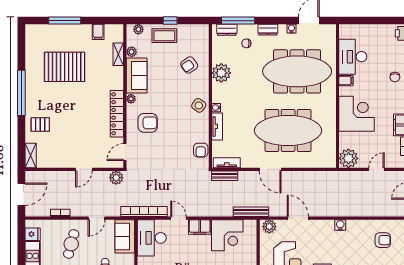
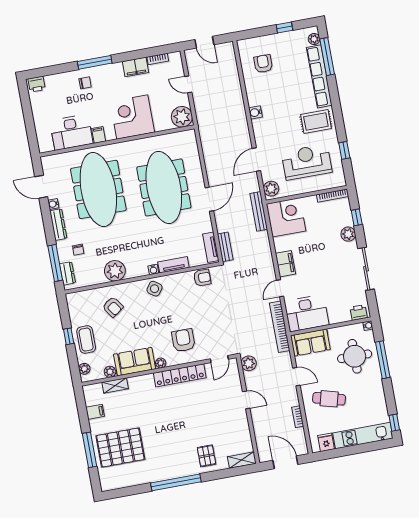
dresser: (268, 30) -> (58, 225), width x1.44
pallet: (65, 67) -> (120, 448), moved, turned 90
door: (125, 152) -> (219, 359), hinge flipped
corner desk: (227, 235) -> (286, 217), moved

